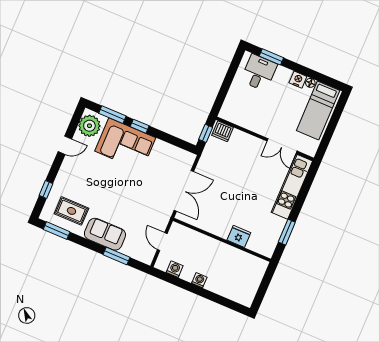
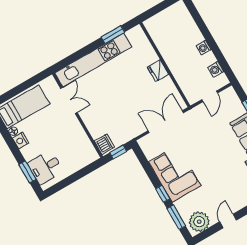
corner sofa: (125, 144) -> (175, 174), moved
door: (65, 145) -> (228, 221), hinge flipped
kitchen unit: (292, 187) -> (93, 60), width x1.36
fridge: (239, 236) -> (158, 71), moved

